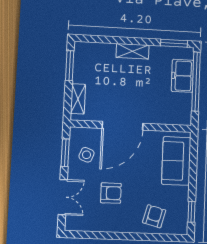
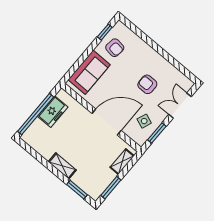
window: (174, 43) -> (77, 190), moved
freezer: (182, 76) -> (53, 112), moved
armchair: (154, 216) -> (115, 48), moved, turned -98

